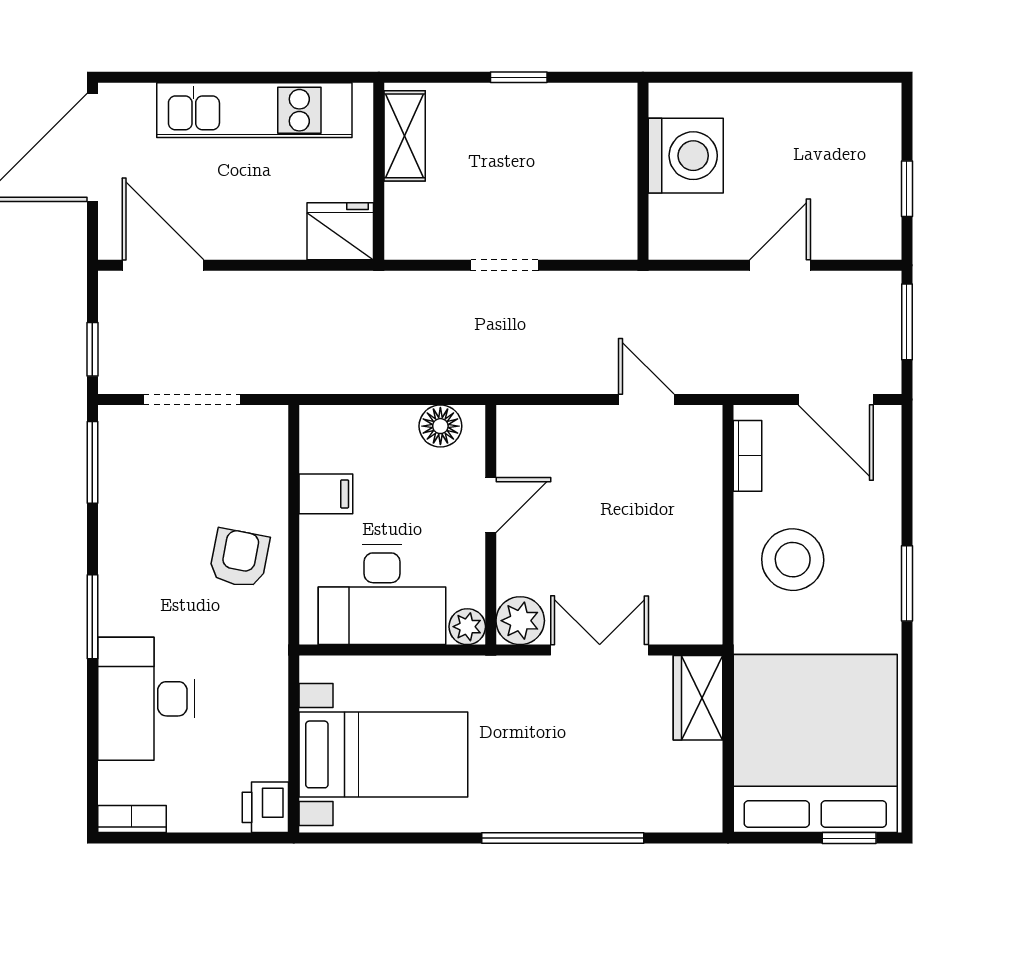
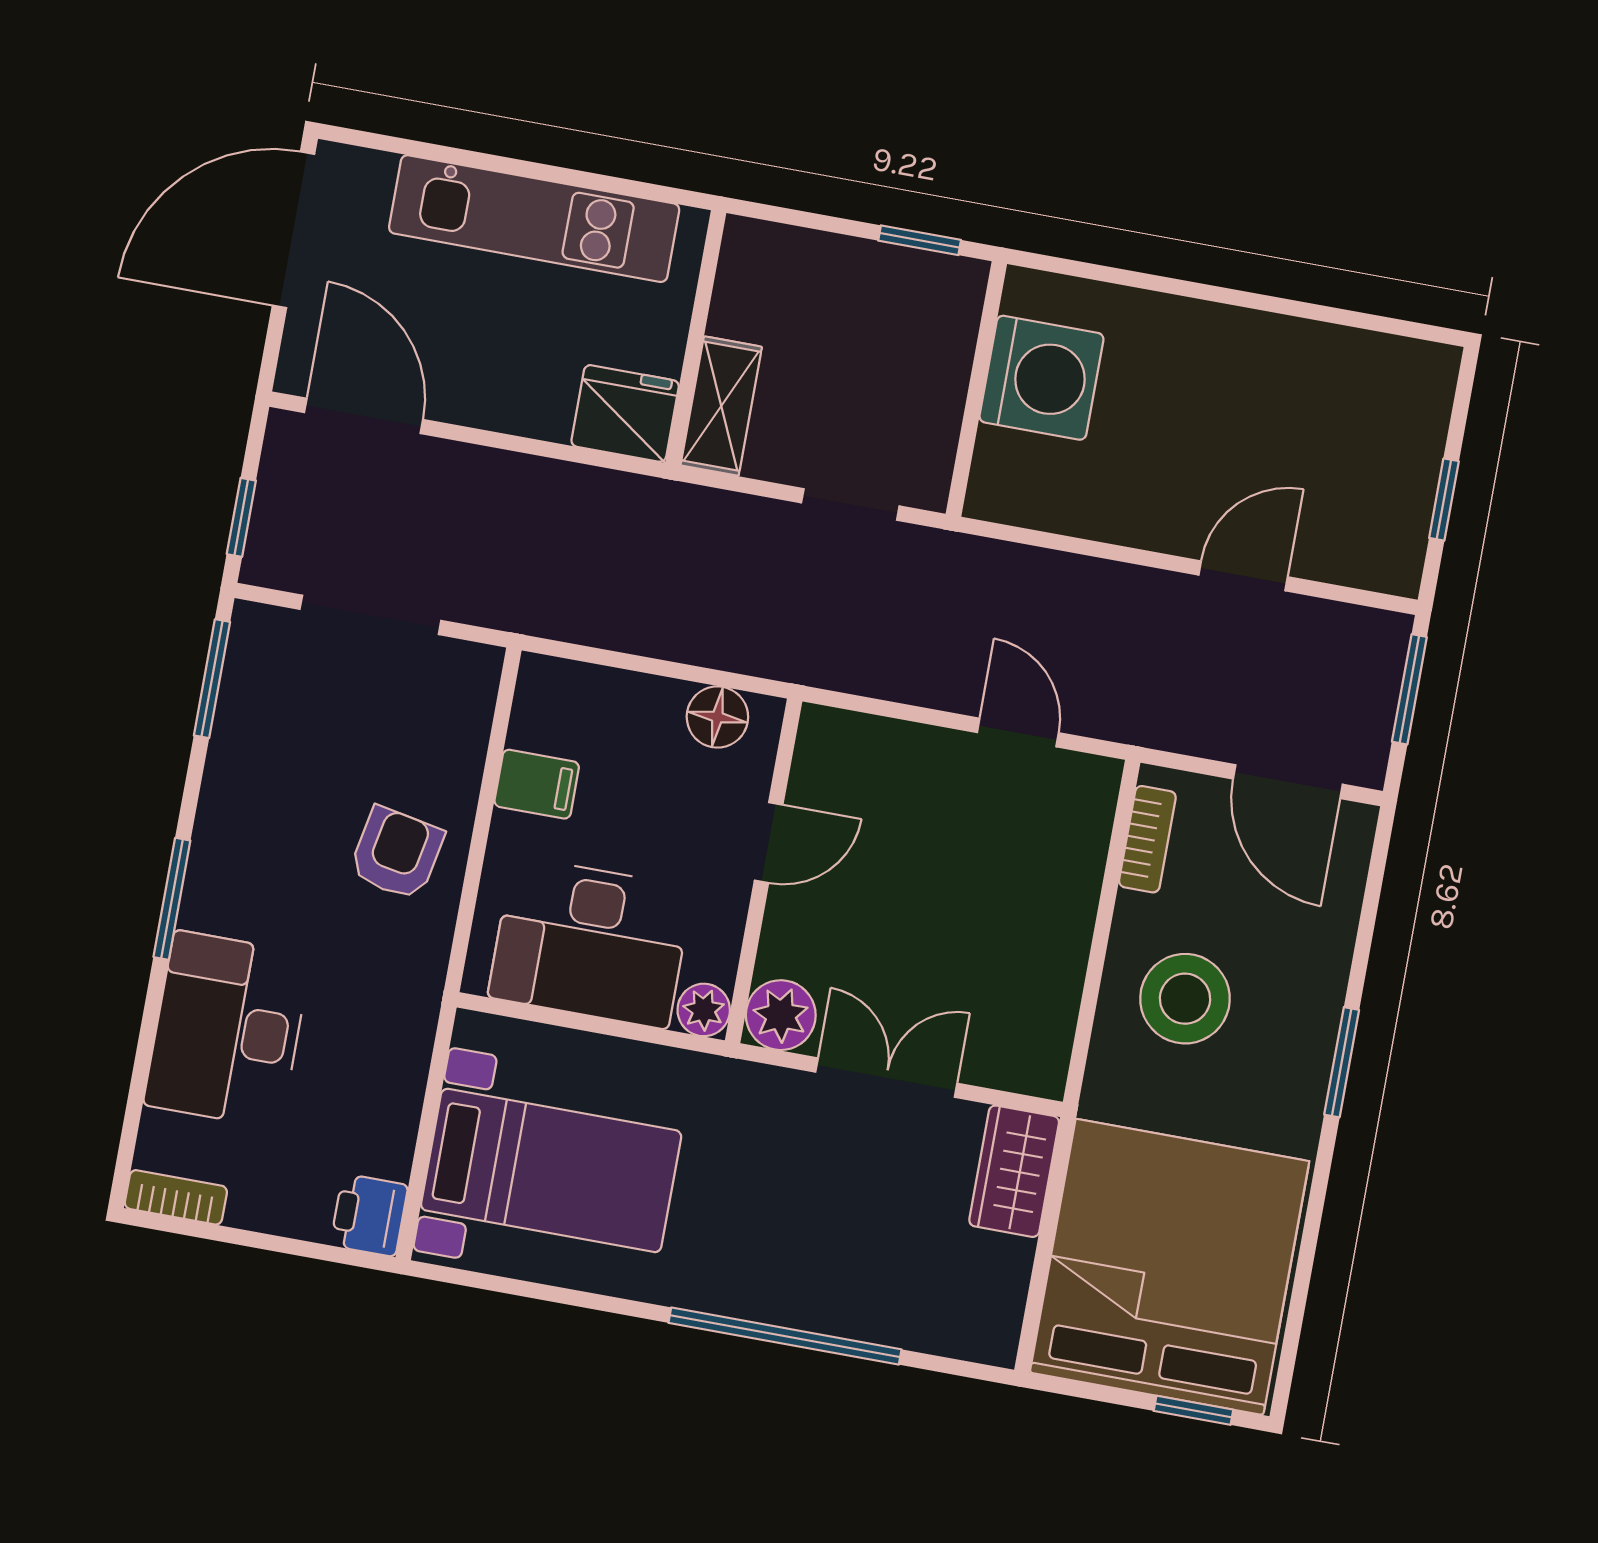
shelving: (405, 136) -> (721, 406), moved
washing machine: (686, 156) -> (1041, 378), moved
wall: (643, 171) -> (976, 389), moved

